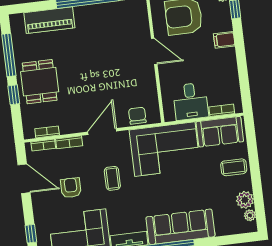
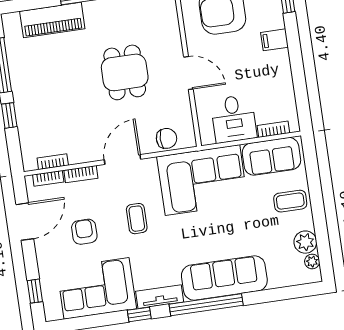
door: (154, 51) -> (188, 73), moved
dining table: (40, 82) -> (125, 72), moved
chair: (137, 116) -> (166, 138), turned 90
door: (24, 179) -> (25, 222), hinge flipped

